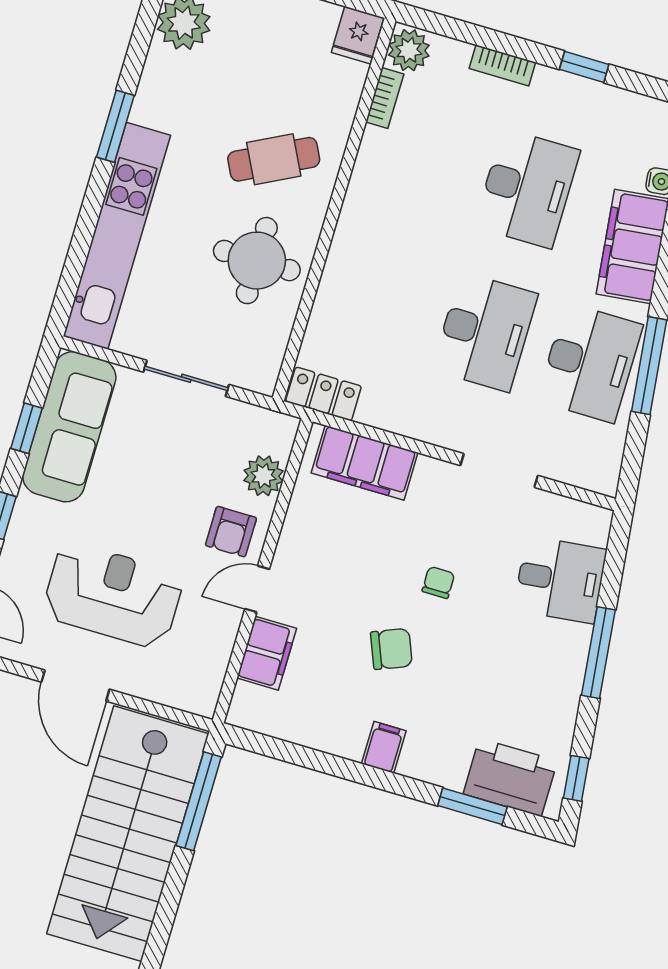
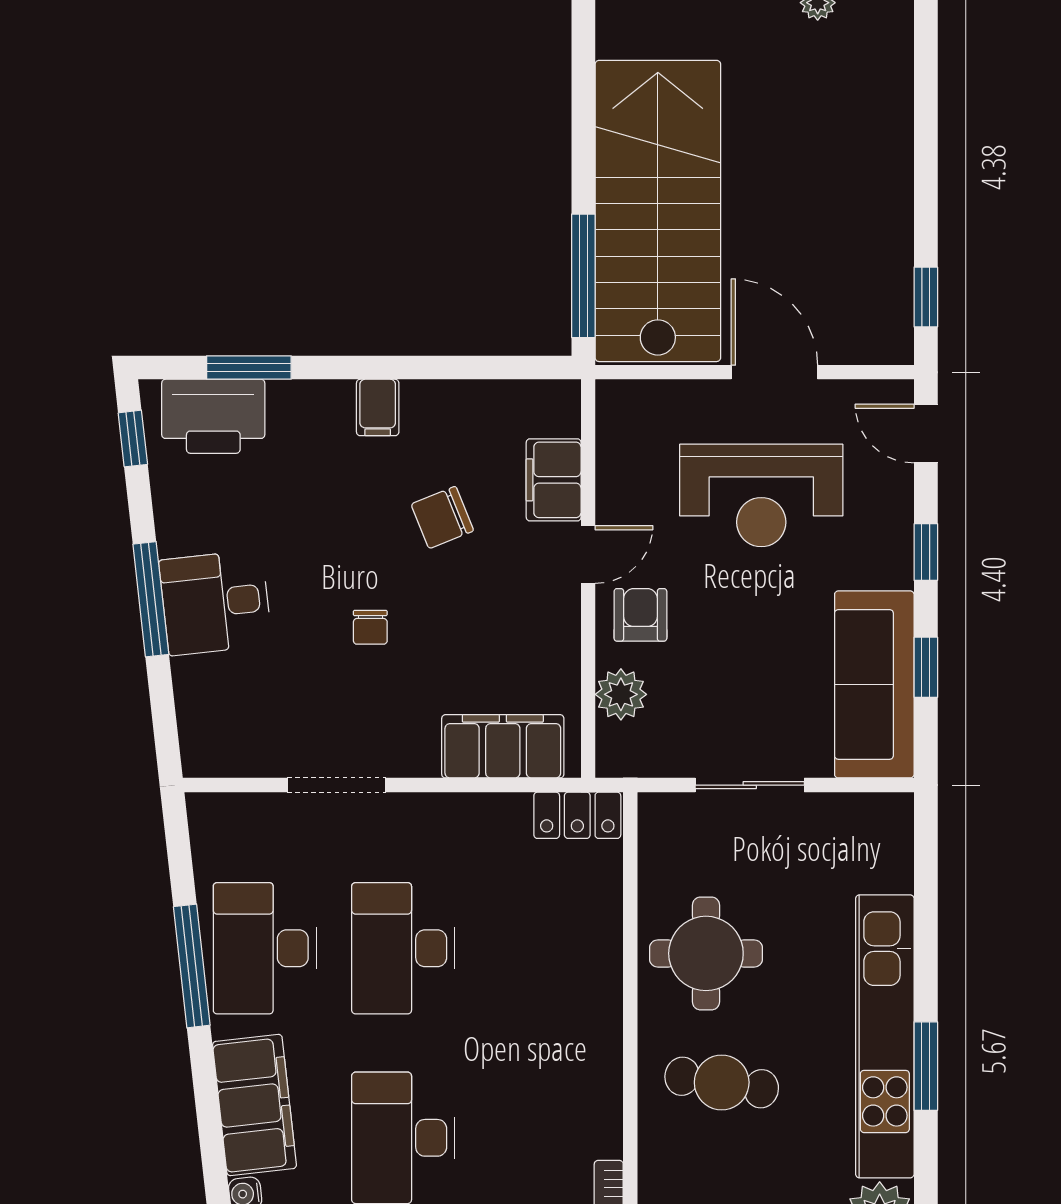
cafe table: (274, 159) -> (722, 1082), turned 36
kitchen unit: (117, 236) -> (885, 1036), moved
desk: (560, 580) -> (215, 603), moved
chair: (391, 649) -> (442, 517), moved

